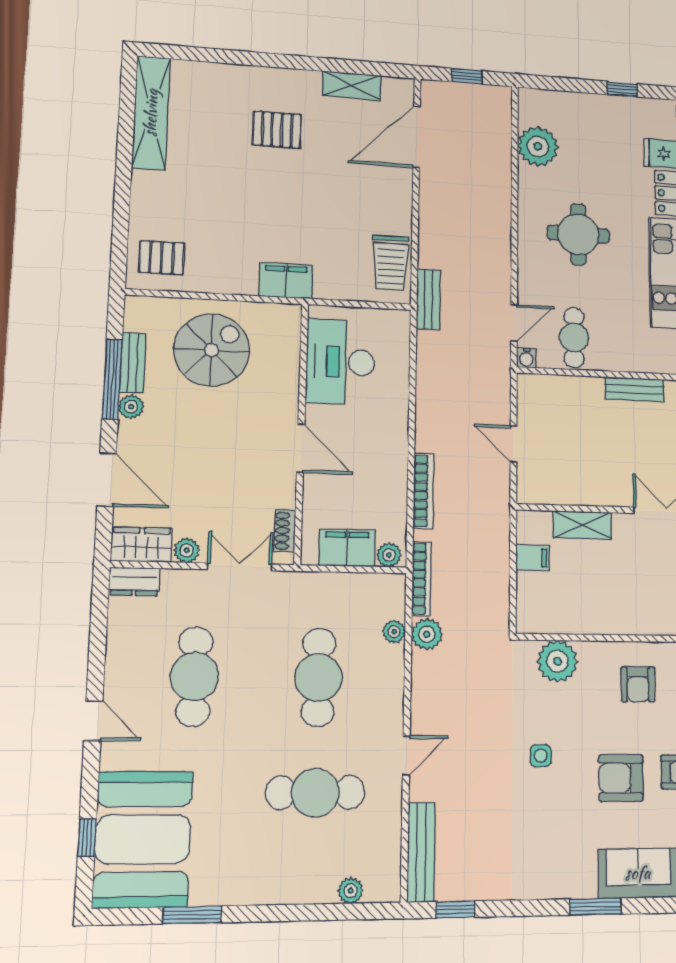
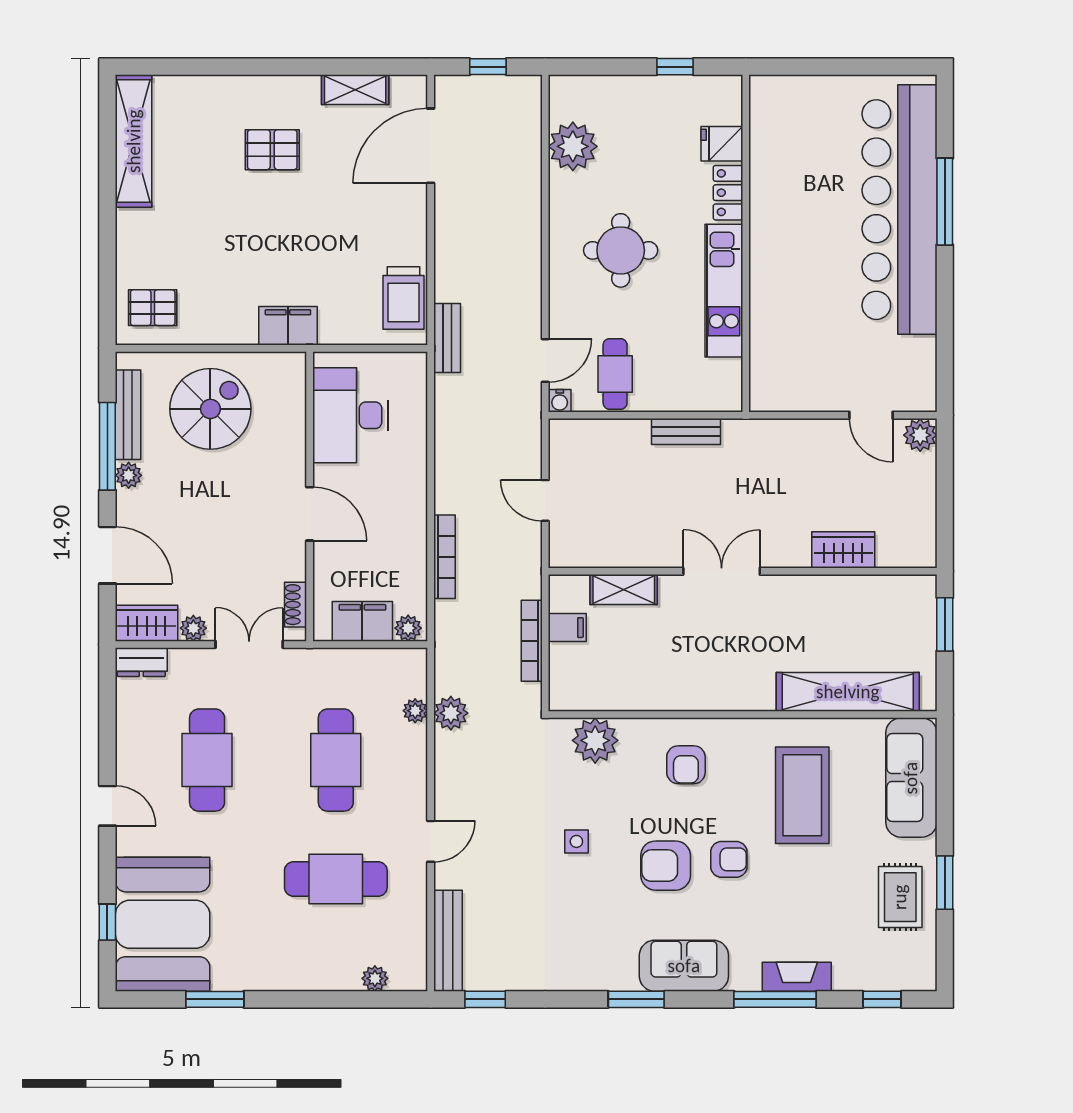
bench: (133, 363) -> (128, 415), width x1.36
bookcase: (422, 579) -> (532, 641), moved, turned 180

